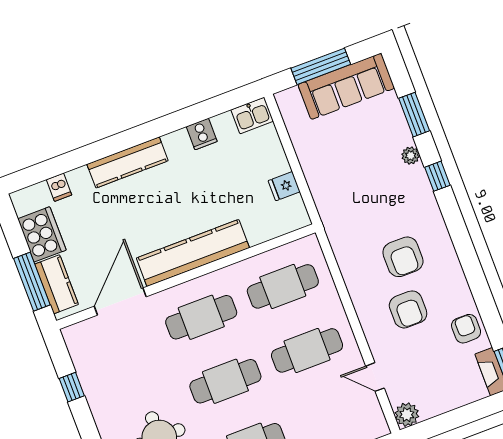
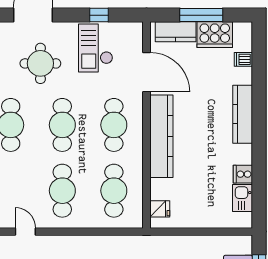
kitchen sink: (252, 116) -> (242, 198), moved
fridge: (284, 186) -> (160, 209), moved, turned 90
window: (32, 282) -> (201, 15), moved
checkout: (114, 376) -> (96, 48), added
door: (375, 377) -> (25, 232), hinge flipped

